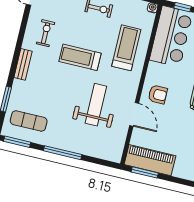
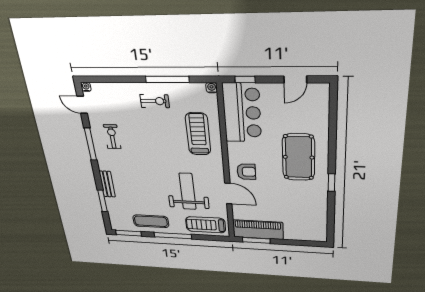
window: (21, 36) -> (90, 144), added
treadmill: (80, 57) -> (206, 225), moved
bench: (23, 64) -> (107, 184), moved
exercise mat: (29, 121) -> (151, 221), moved

